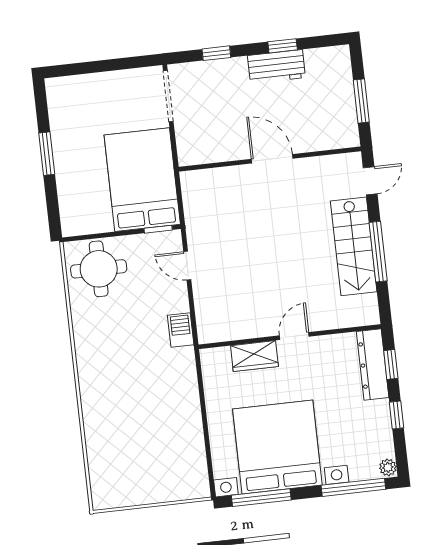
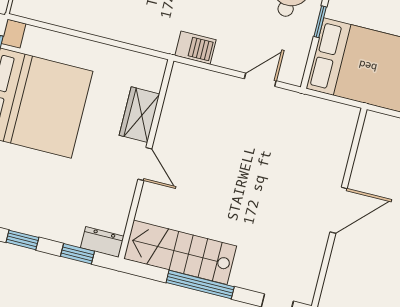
window: (158, 229) -> (320, 22), moved
stairs: (354, 246) -> (180, 252), moved
dresser: (373, 364) -> (102, 242), width x0.51, depth x0.80

